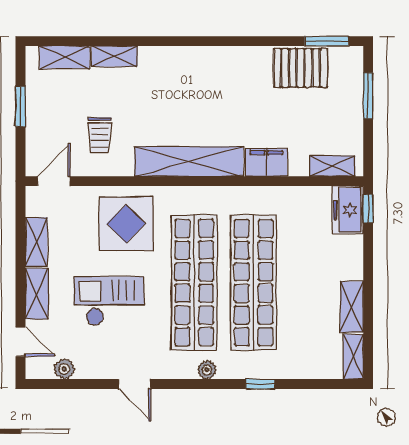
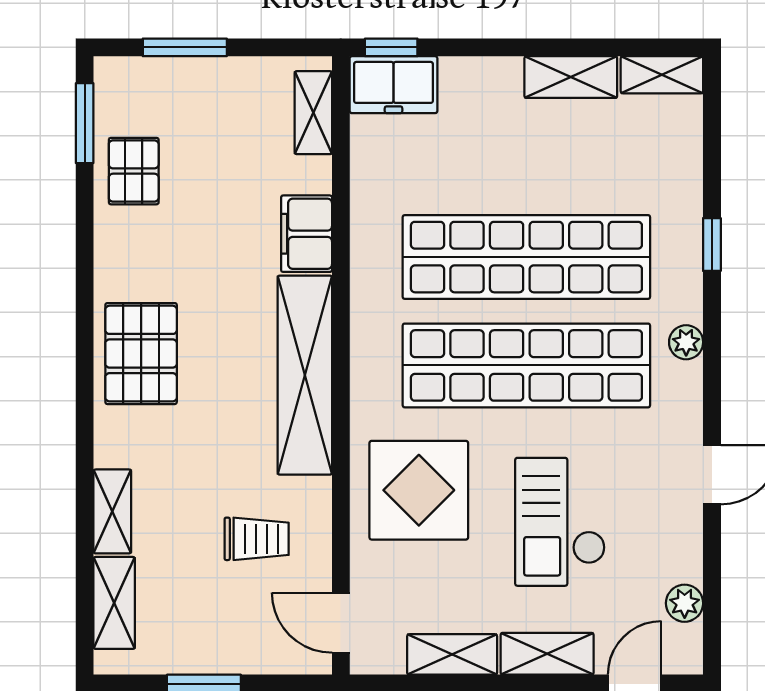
pallet: (301, 68) -> (134, 171), width x0.67, depth x0.71
pallet: (201, 72) -> (141, 354), added

